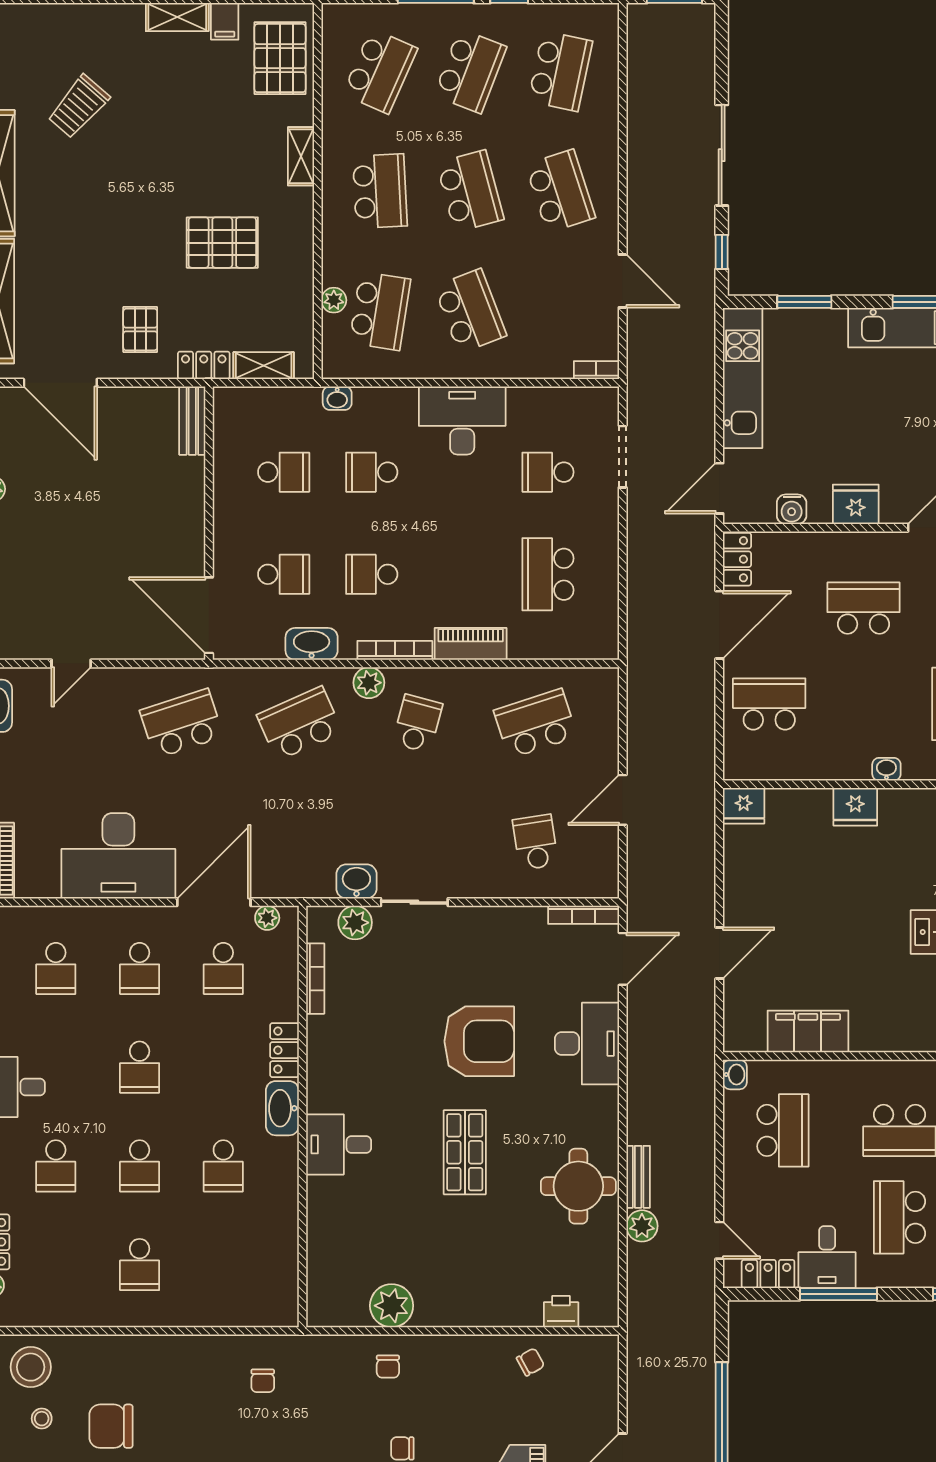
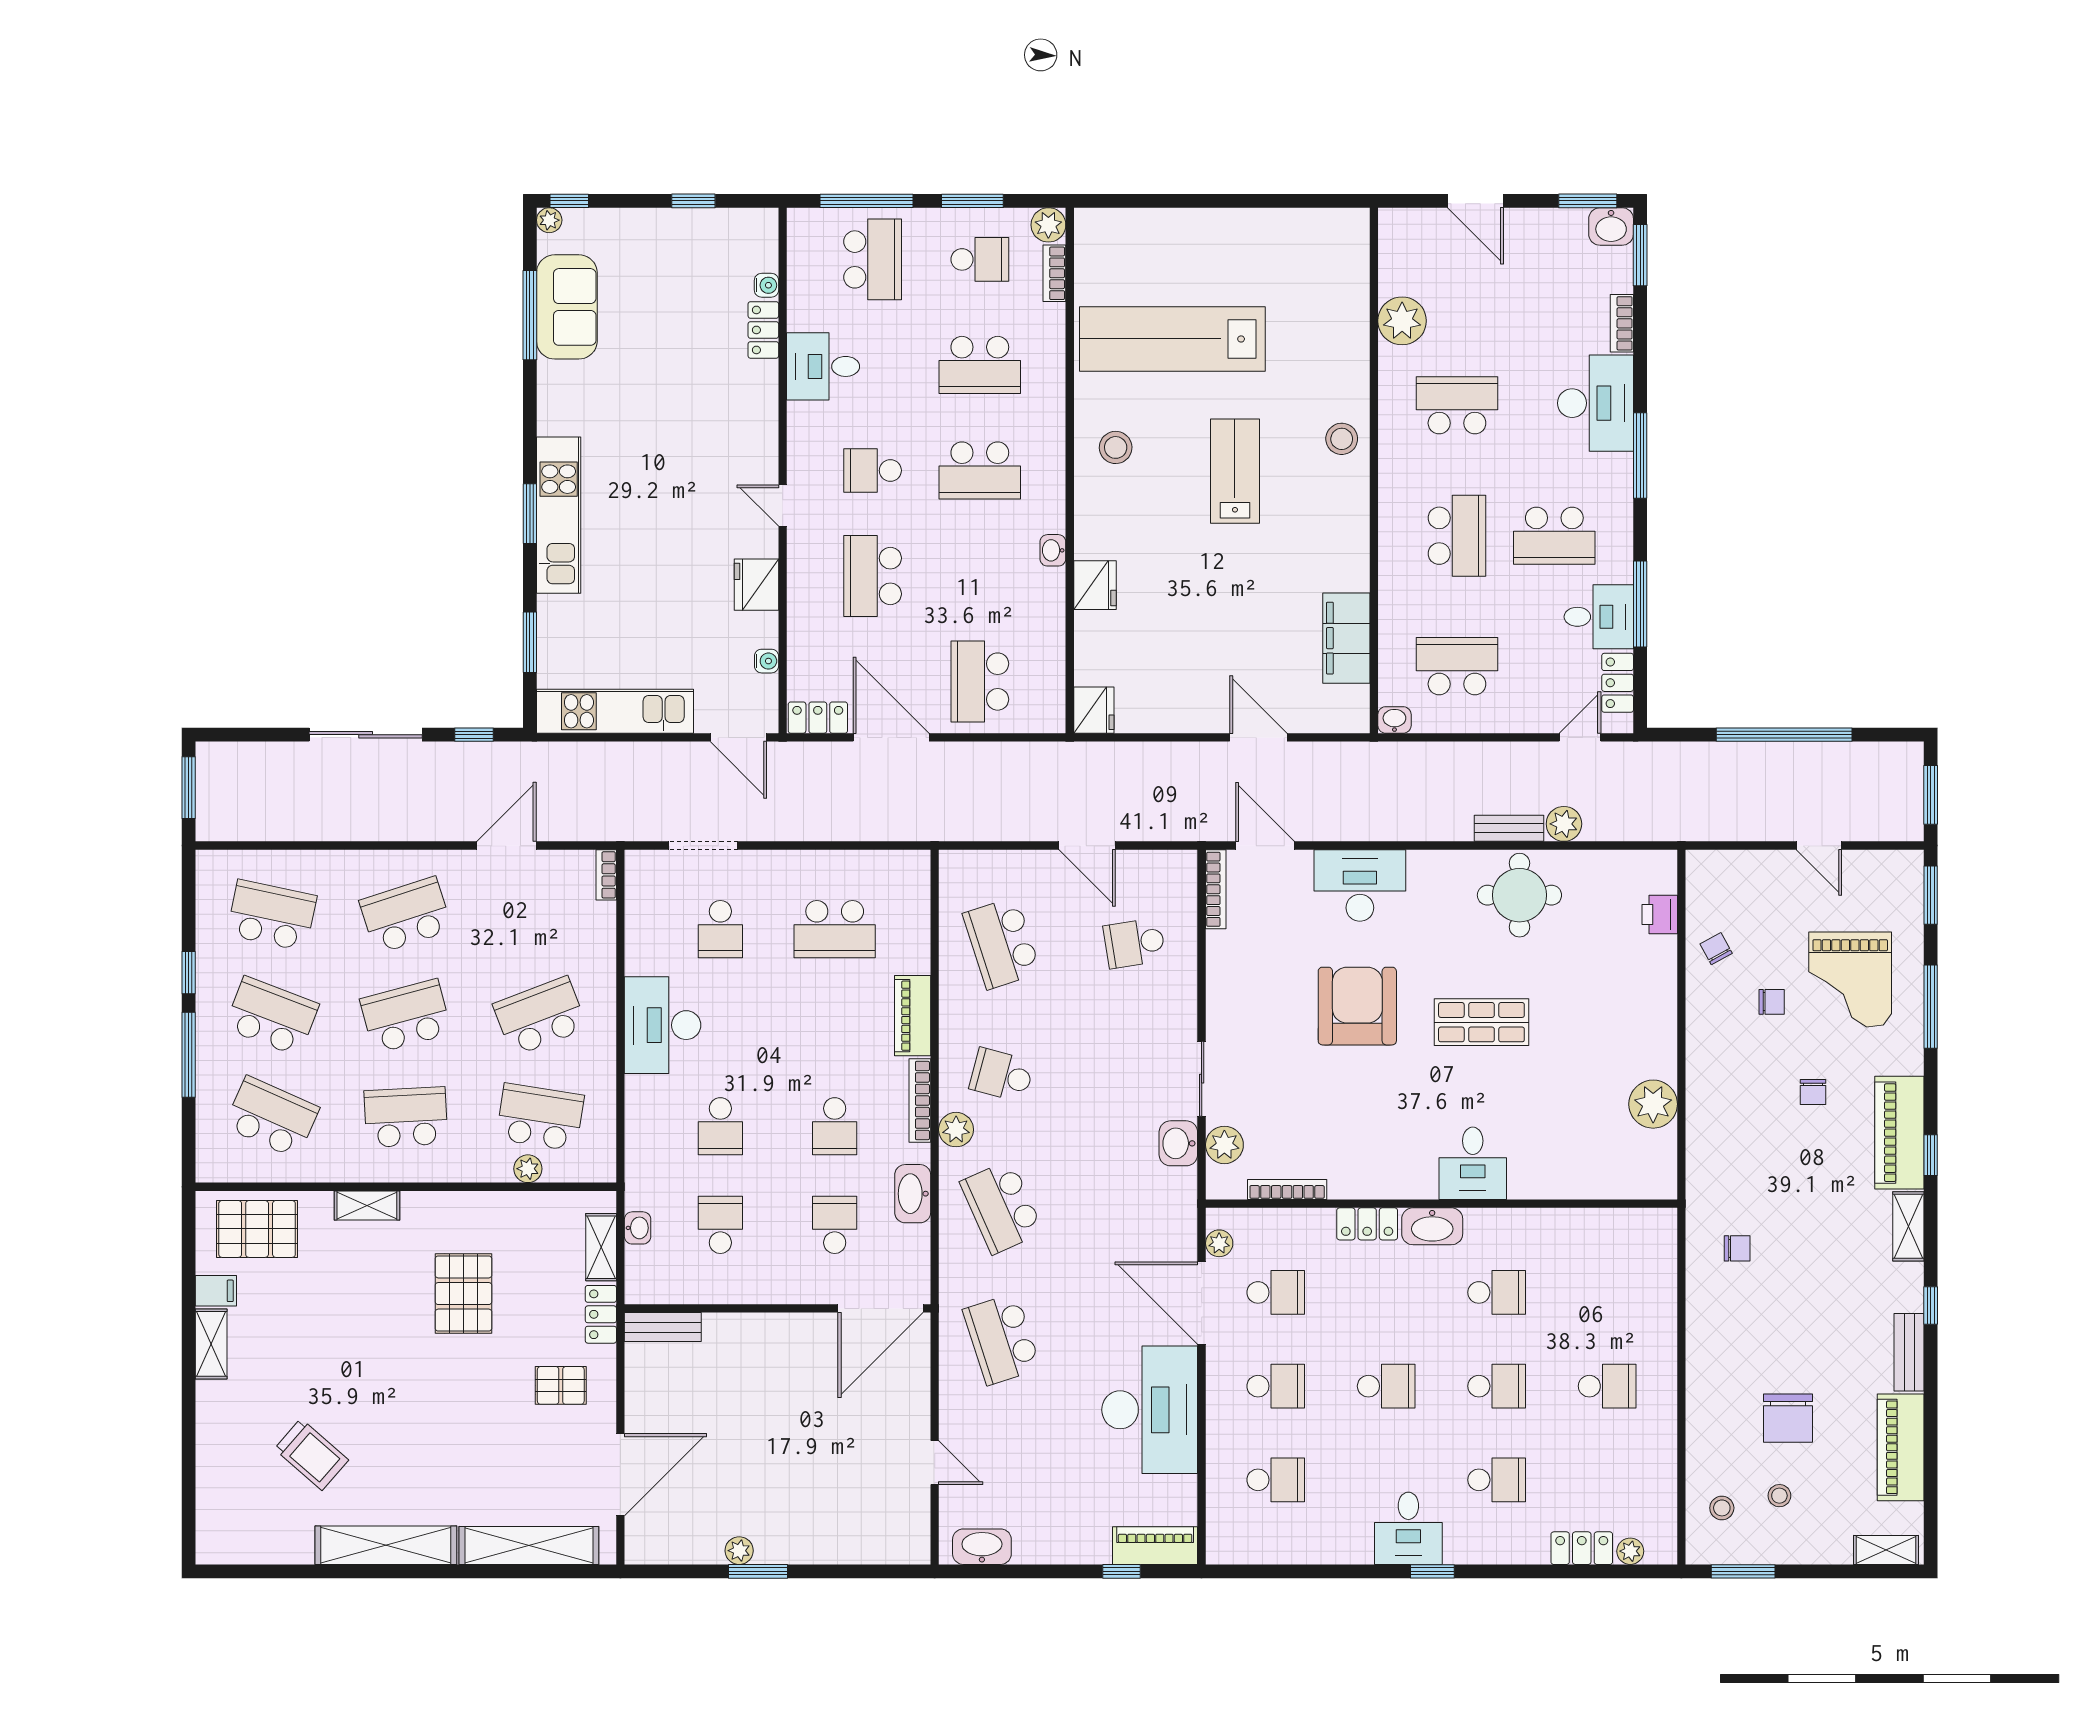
washbasin: (337, 398) -> (638, 1228), moved
water cooler: (792, 509) -> (767, 661), width x0.72, depth x0.72
stool: (31, 1367) -> (1722, 1508), width x0.53, depth x0.53
chair: (388, 1367) -> (1772, 1002), moved

